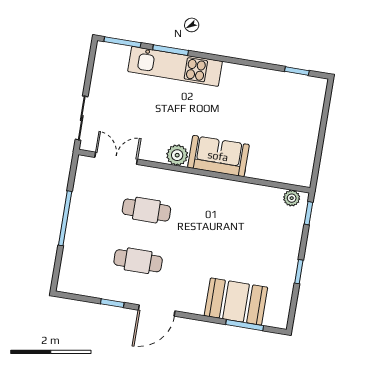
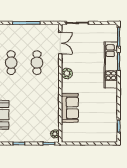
sofa: (218, 156) -> (70, 108), moved

